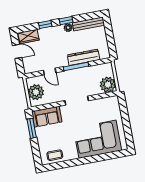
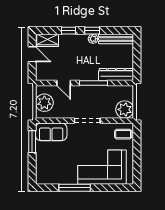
dresser: (84, 57) -> (116, 74), moved
coffee table: (55, 155) -> (123, 134), moved
window: (77, 162) -> (75, 188), added

